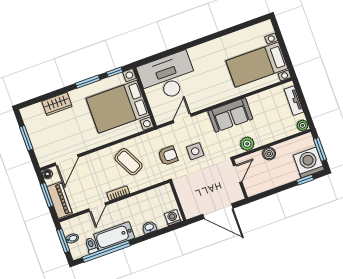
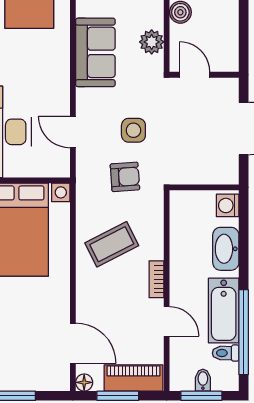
armchair: (168, 156) -> (125, 177), turned 86
washbasin: (149, 227) -> (226, 249), width x1.91, depth x1.45

